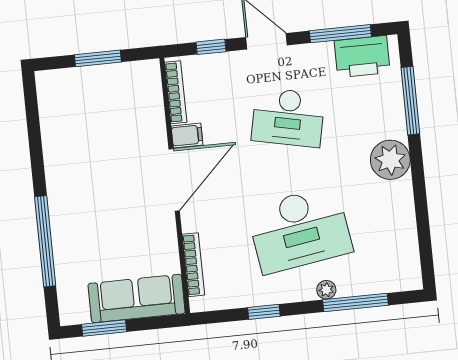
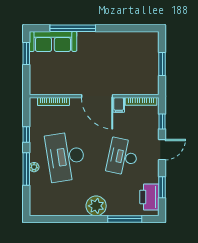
window: (340, 34) -> (162, 187), width x0.69
sofa: (137, 299) -> (53, 41), moved, turned 90
window: (355, 303) -> (26, 169), moved

